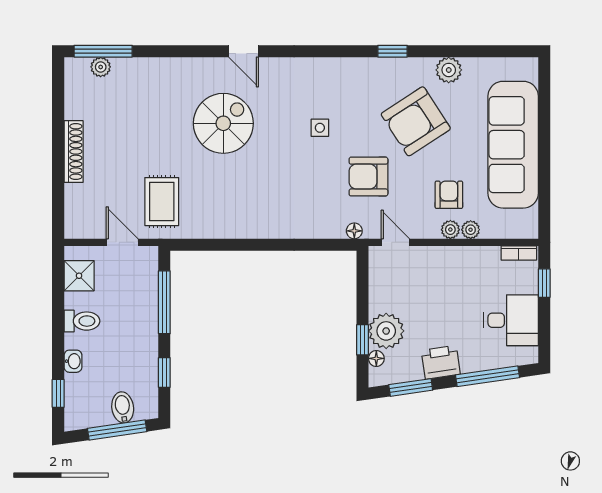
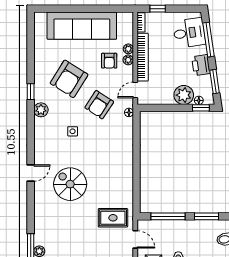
plant: (449, 70) -> (41, 110), moved
armchair: (416, 121) -> (69, 79), turned 65
armchair: (368, 177) -> (99, 105), turned 33
armchair: (449, 195) -> (109, 61), turned -90
door: (122, 242) -> (135, 239), swing flipped
bookcase: (455, 256) -> (143, 57), added
desk: (511, 320) -> (189, 33), moved, turned 82
window: (363, 340) -> (201, 108), moved
window: (164, 373) -> (206, 216), width x1.50

